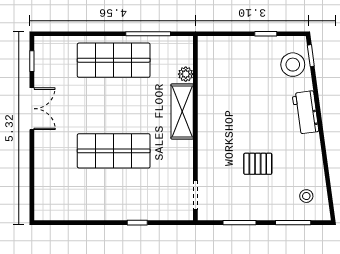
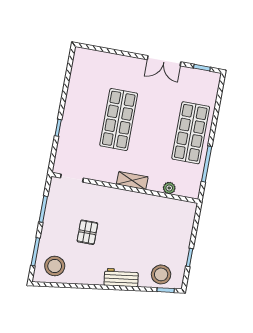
shelving: (182, 111) -> (132, 181), width x0.67, depth x0.75
stool: (306, 196) -> (55, 266), width x1.89, depth x1.89

